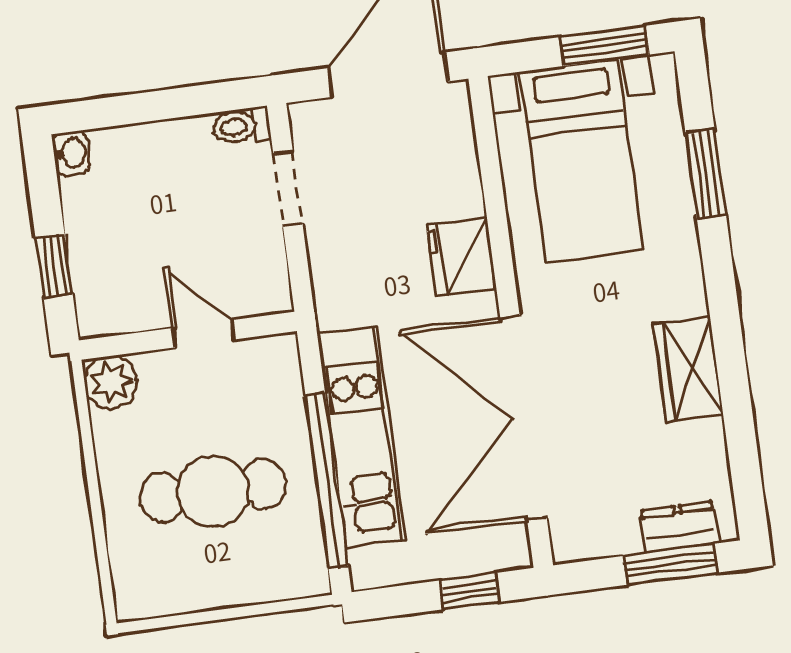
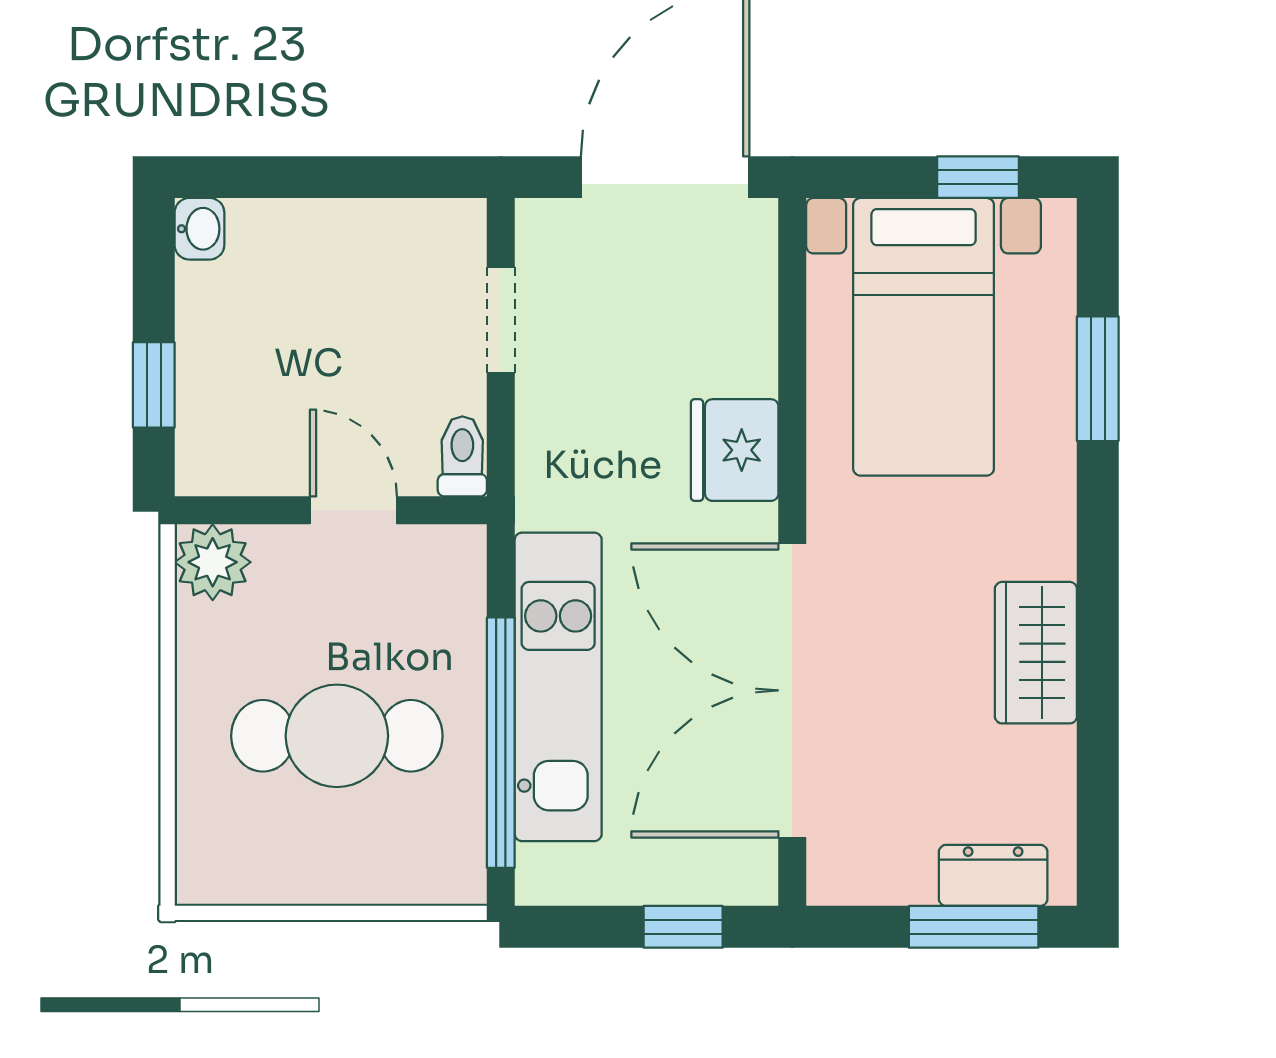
window: (604, 46) -> (978, 177), width x0.67
toilet: (242, 126) -> (462, 456), moved, turned 90

